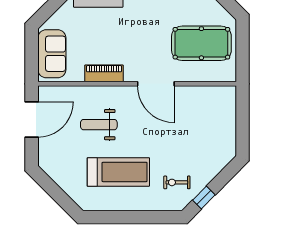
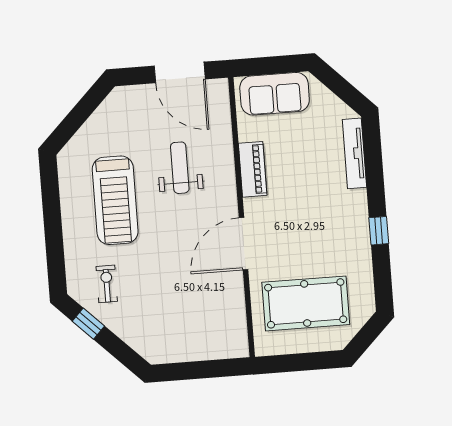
pool table: (201, 43) -> (306, 303), turned 90

